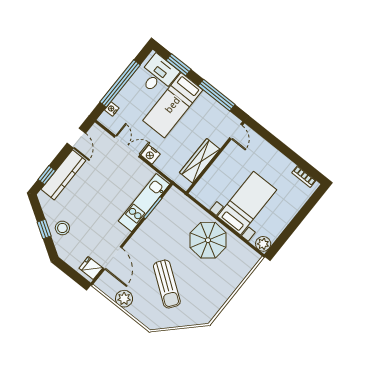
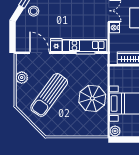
door: (112, 258) -> (39, 53), swing flipped
fridge: (91, 268) -> (56, 45), moved
sun lounger: (167, 284) -> (49, 95), width x1.36, depth x1.34

